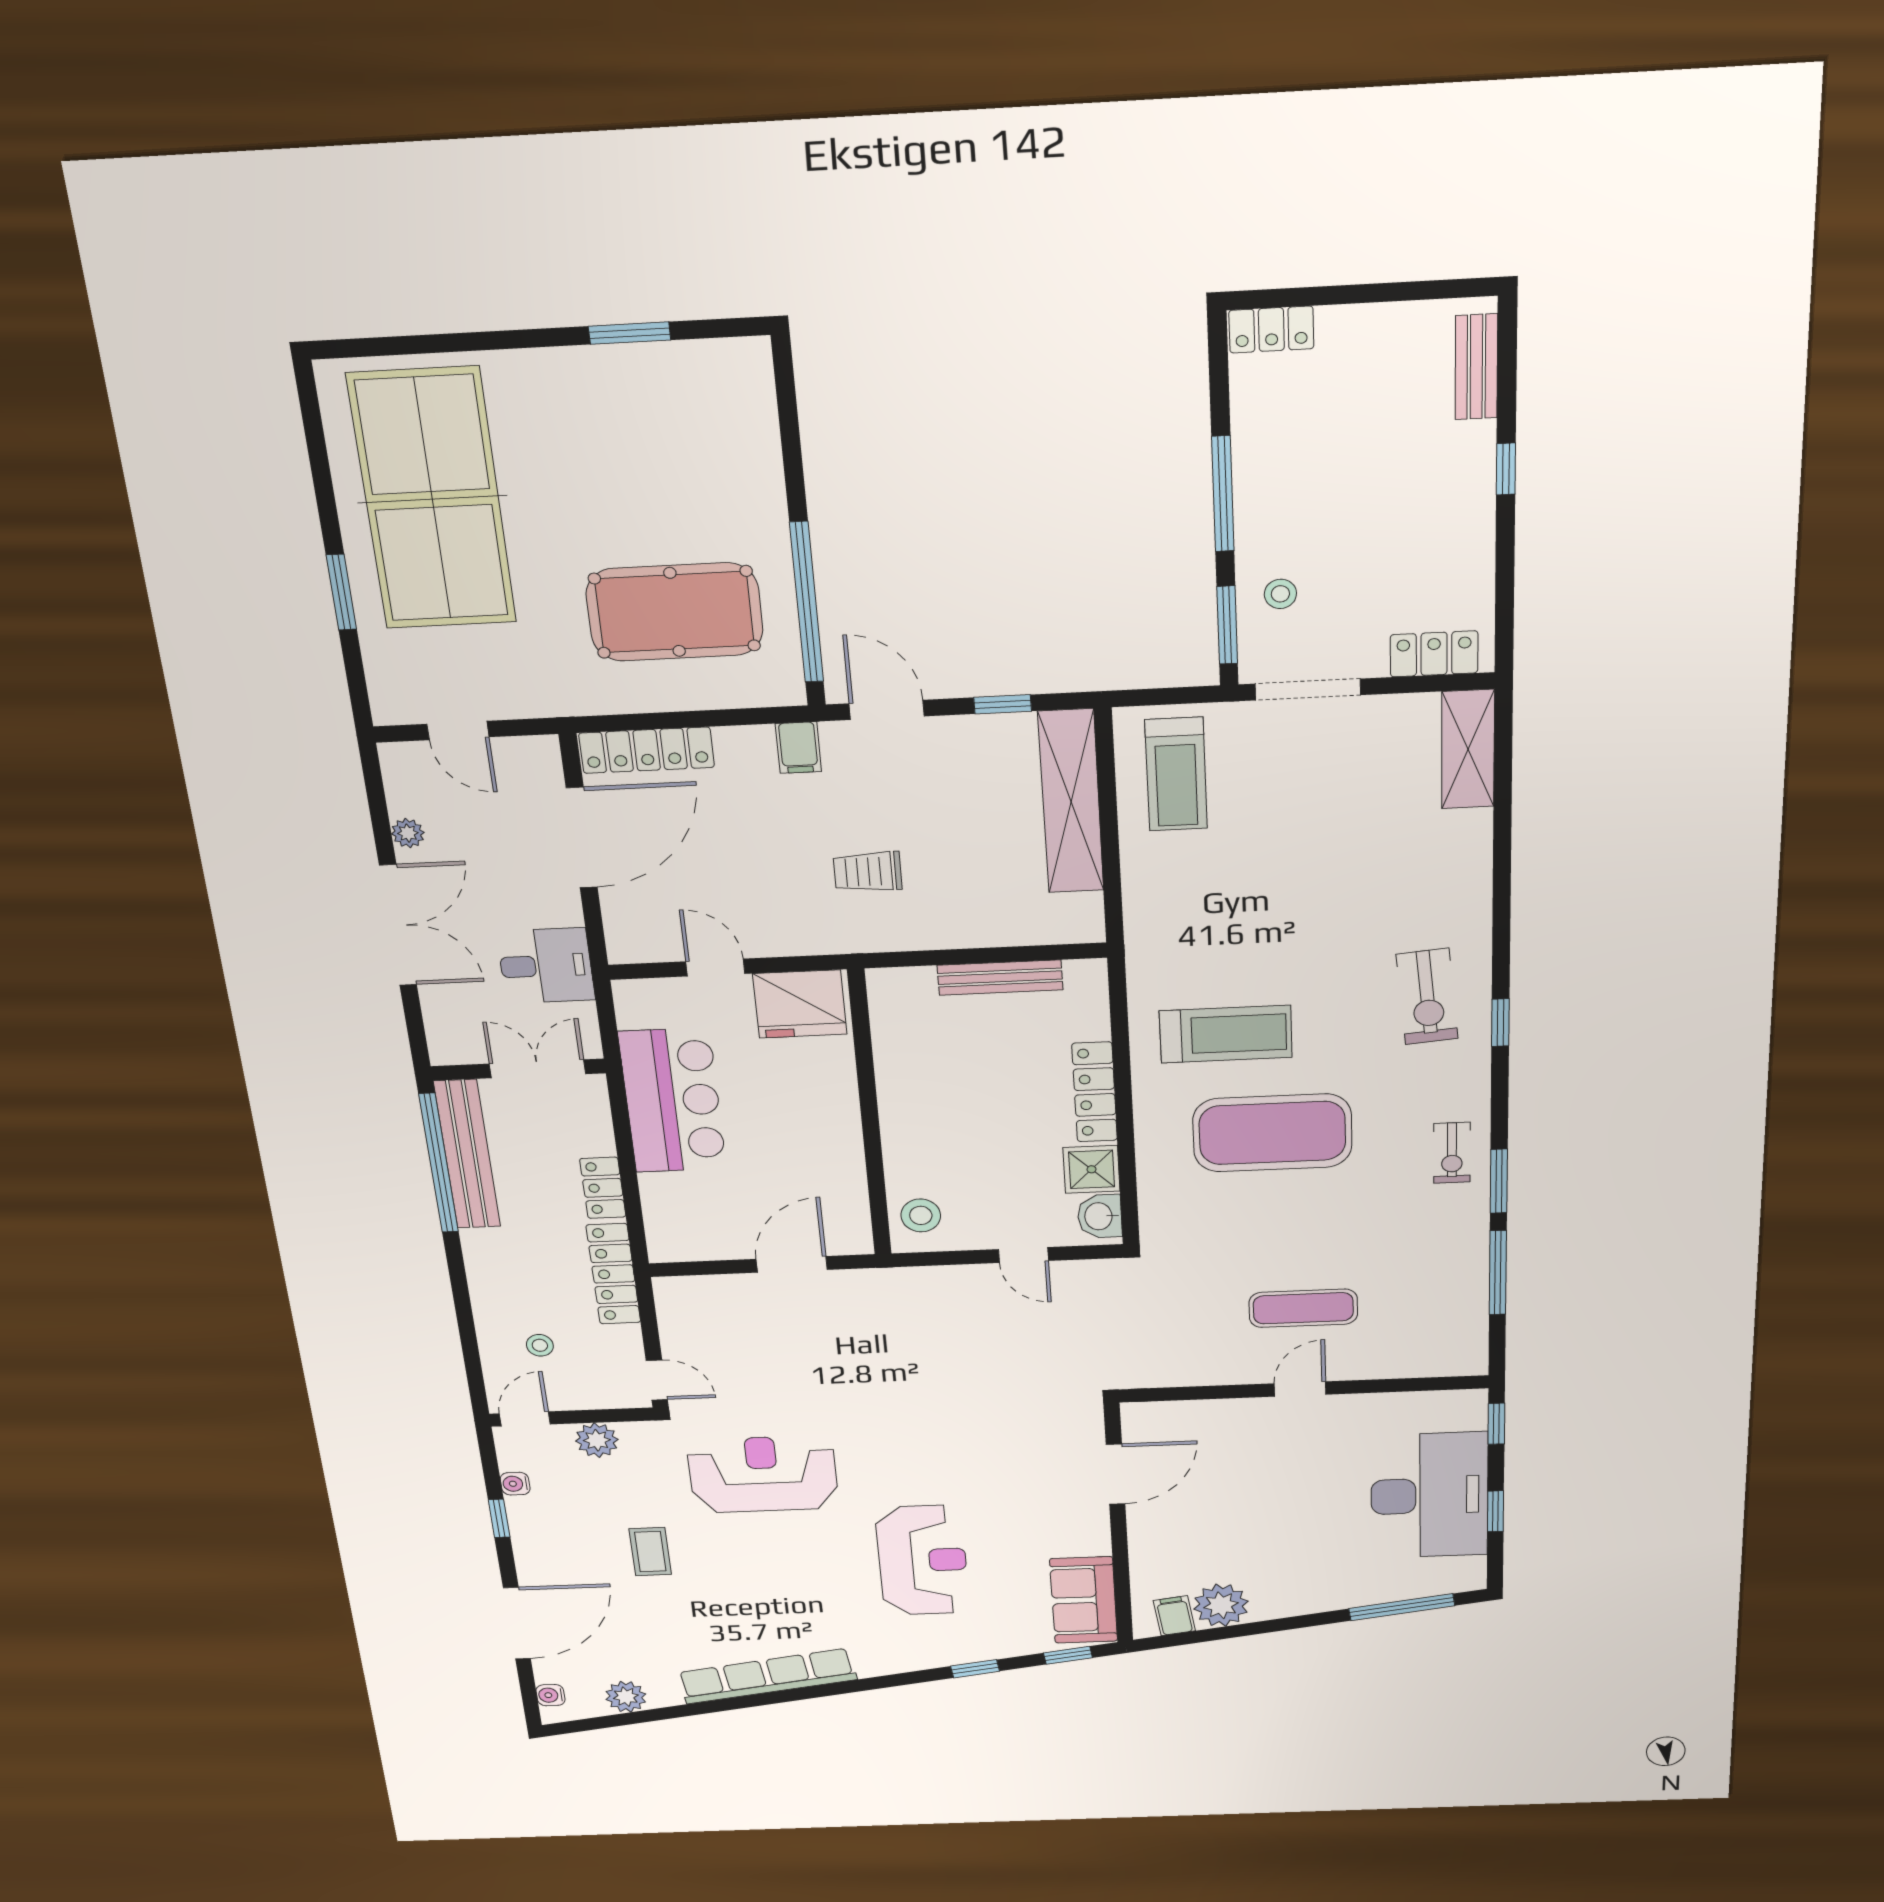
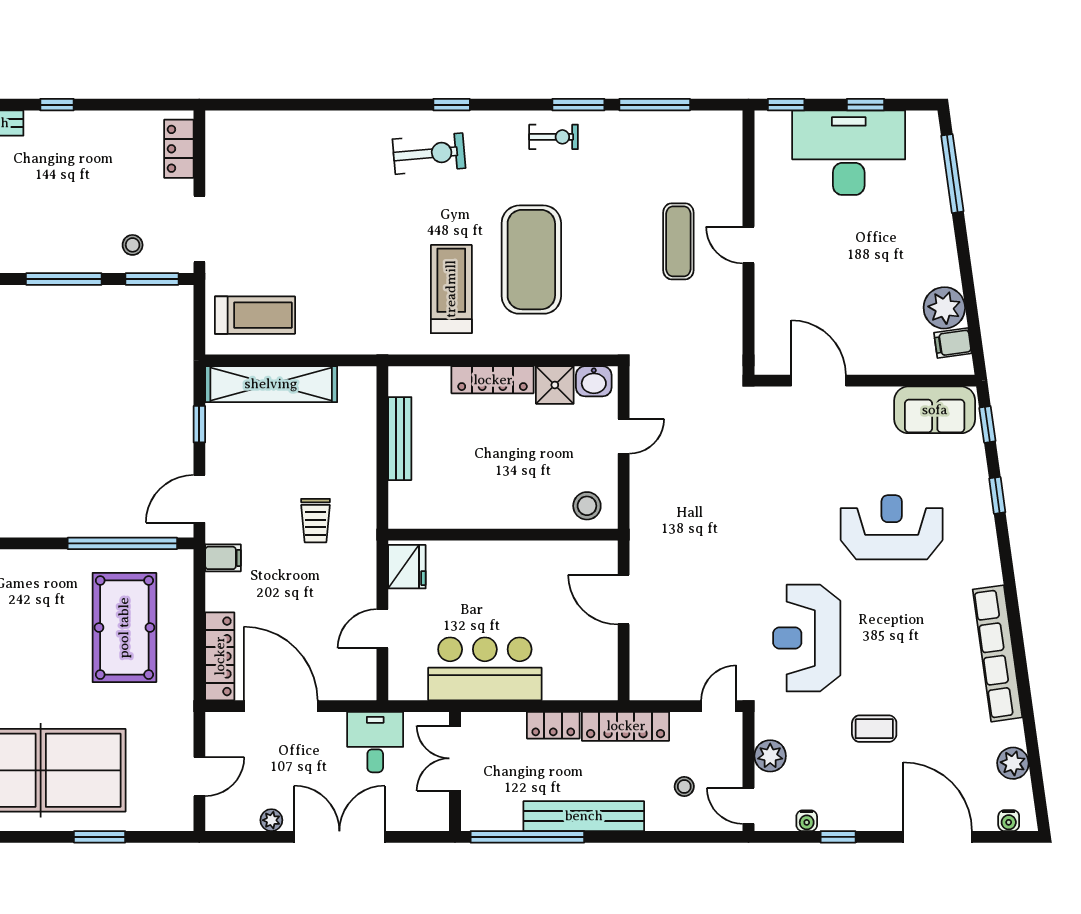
shelving: (1468, 749) -> (247, 127), removed
fridge: (800, 1004) -> (407, 567), width x0.73, depth x0.75
bench: (467, 1154) -> (584, 816), moved

